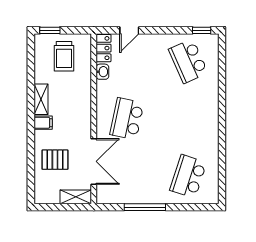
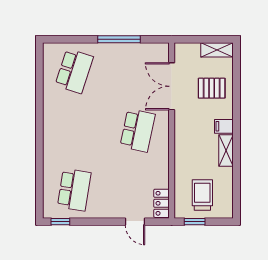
window: (50, 30) -> (195, 222), moved
door: (129, 30) -> (135, 222), swing flipped
school desk: (188, 61) -> (74, 190), turned 33
washbasin: (102, 72) -> (163, 179), removed
shelving: (76, 197) -> (217, 50), moved

